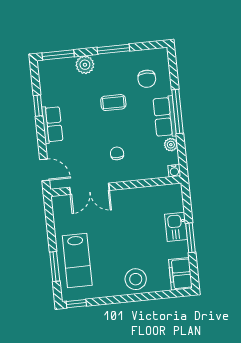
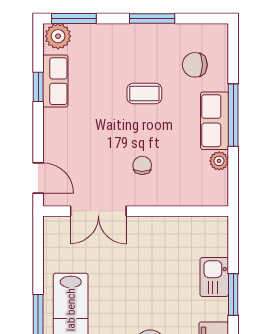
plant: (85, 65) -> (58, 36), moved
chair: (147, 79) -> (195, 65), turned 90
row of seats: (52, 124) -> (55, 81), moved
water cooler: (174, 171) -> (220, 198), removed

